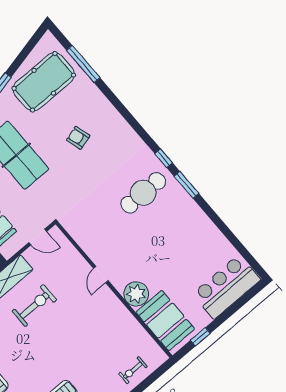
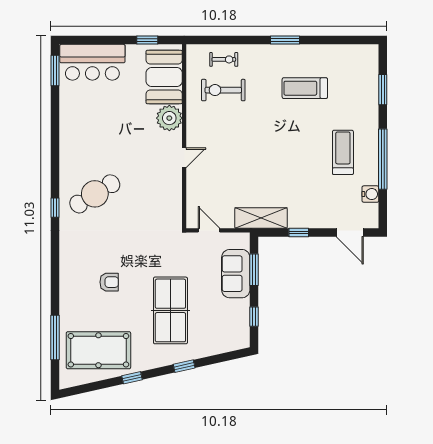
armchair: (78, 138) -> (109, 282), turned -74
window: (186, 185) -> (55, 70), moved
cafe table: (143, 193) -> (95, 194), turned -32
exercise bike: (34, 306) -> (223, 90), moved

